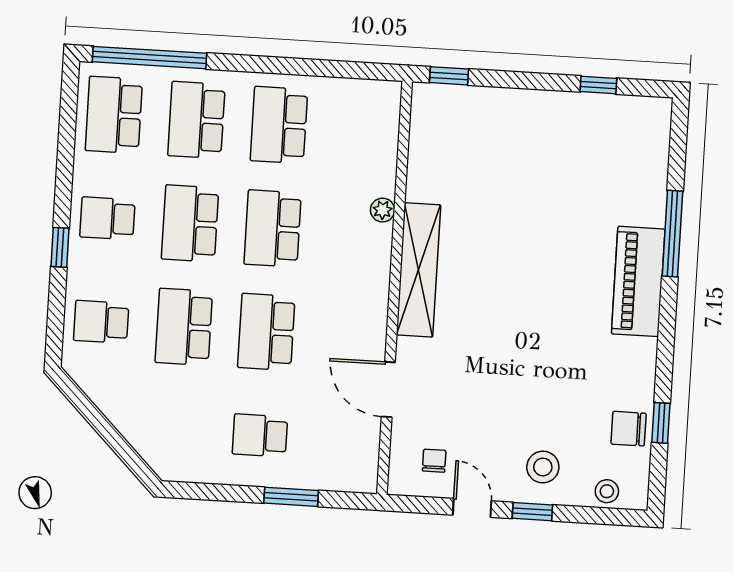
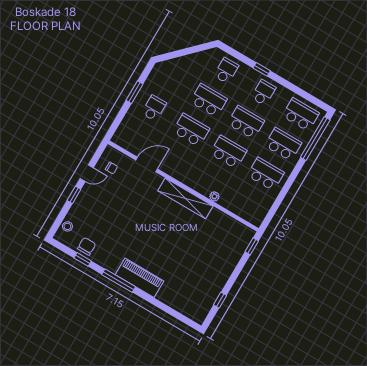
window: (672, 234) -> (119, 281), moved
stool: (543, 467) -> (89, 207), removed
window: (291, 497) -> (134, 92), moved

